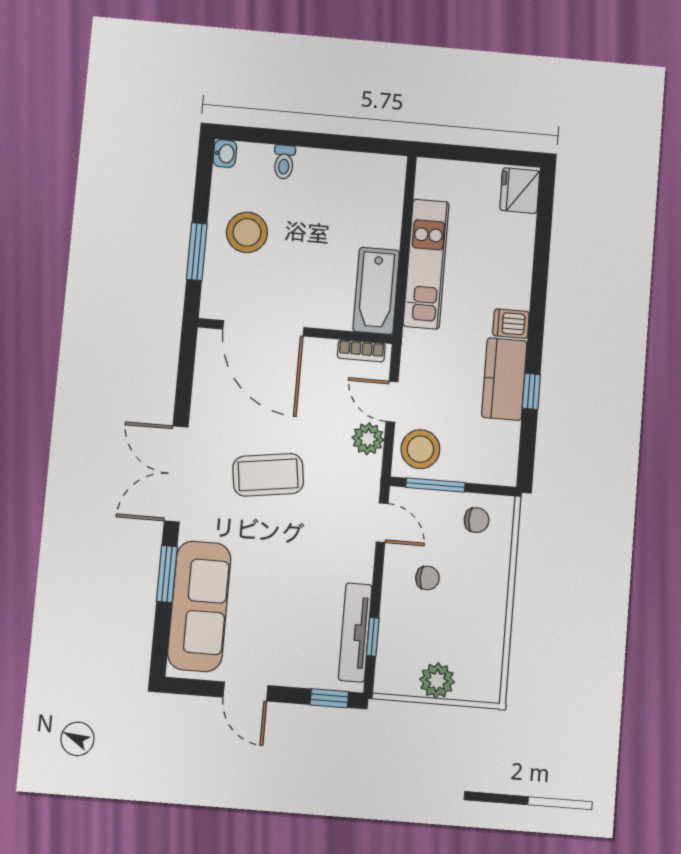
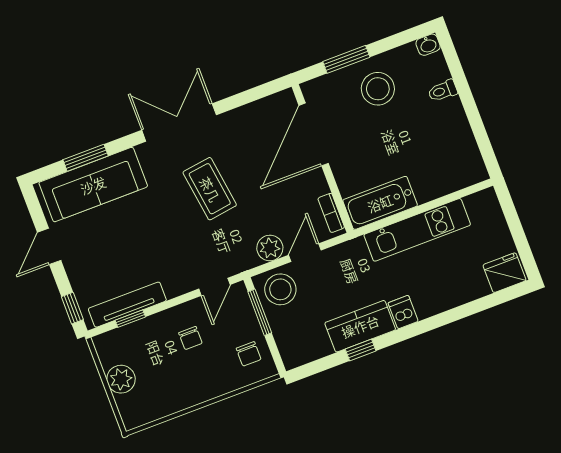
window: (167, 574) -> (86, 158), moved

